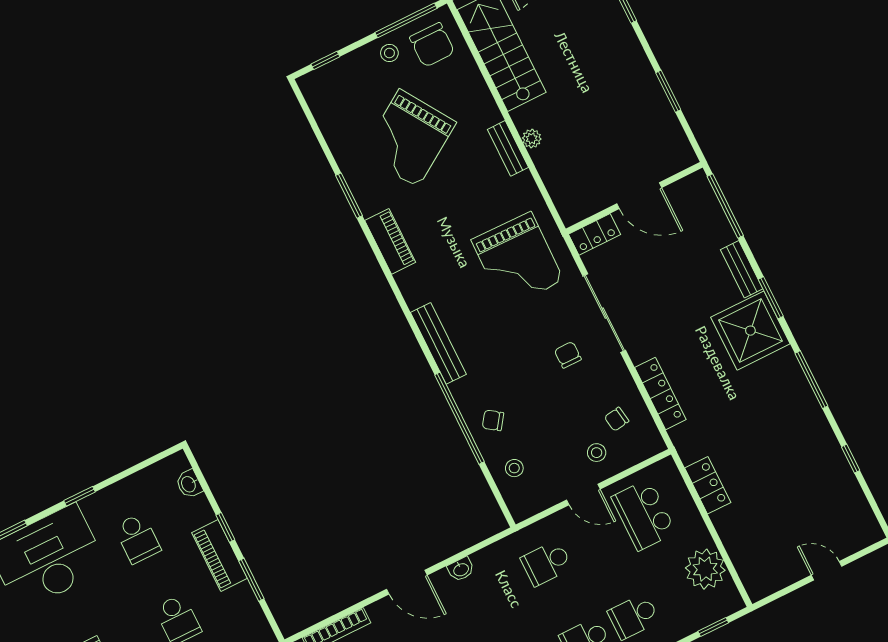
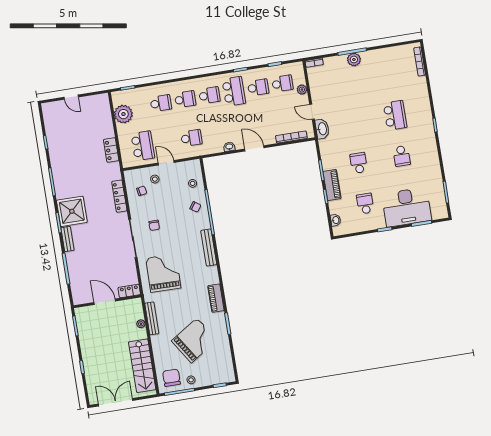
bench: (508, 148) -> (152, 318), width x1.36
door: (639, 196) -> (105, 302), moved
wall: (634, 198) -> (107, 301), moved
locker: (595, 234) -> (129, 291), moved

